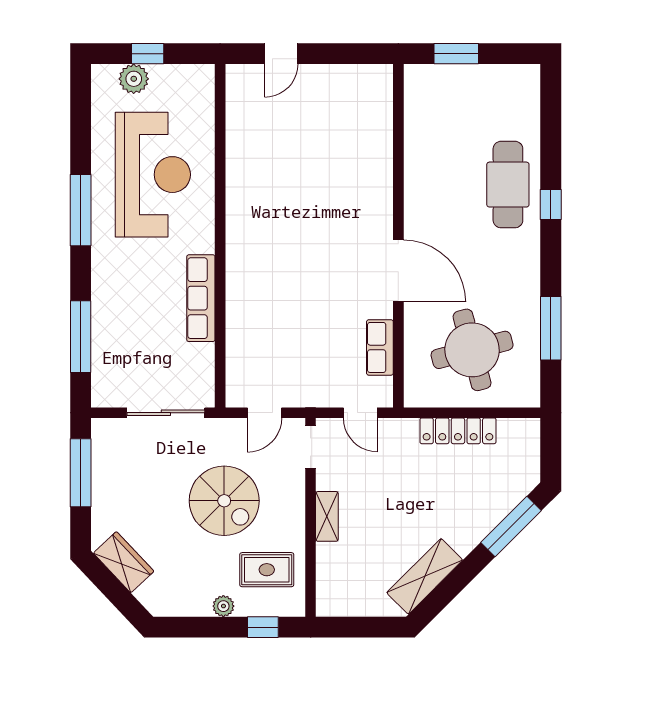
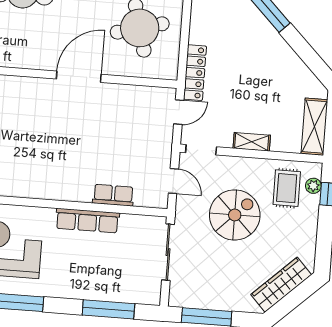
row of seats: (380, 347) -> (113, 195), moved, turned 180
locker: (458, 431) -> (195, 73), moved
wardrobe: (124, 562) -> (281, 285), width x1.50
shelving: (425, 576) -> (314, 127), moved, turned 45
plant: (223, 606) -> (313, 186), moved

